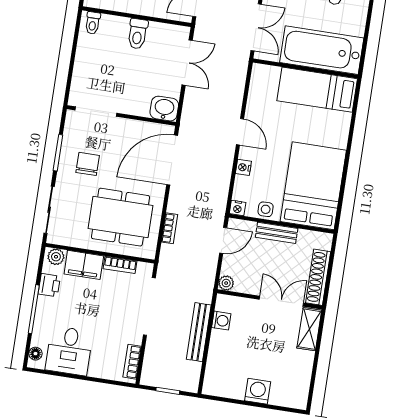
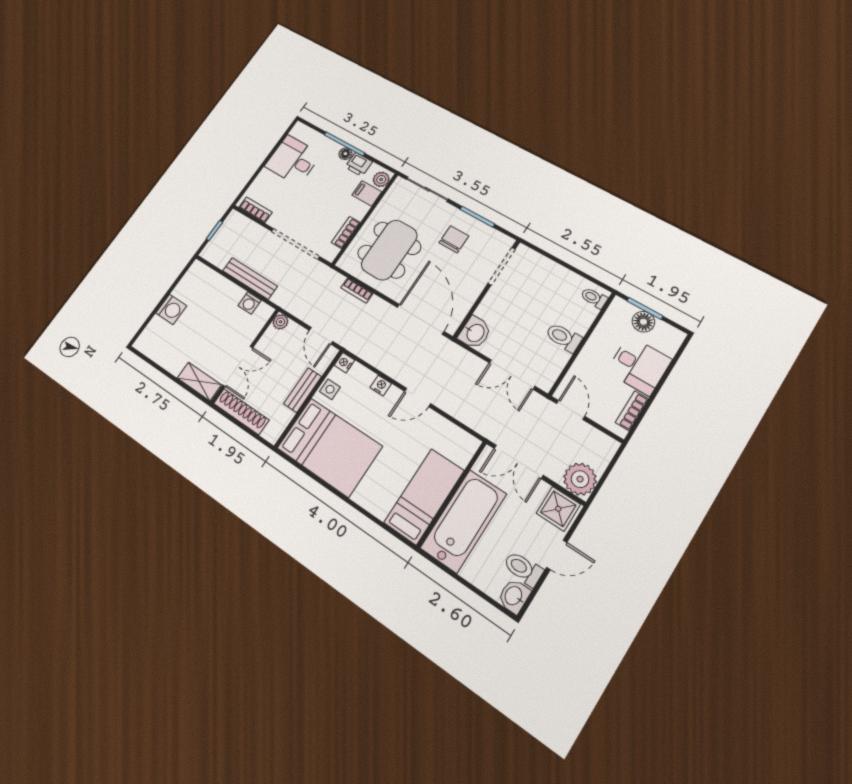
chair: (88, 164) -> (454, 239), turned -90
filing cabinet: (84, 265) -> (367, 193), width x0.50
floor lamp: (35, 354) -> (345, 154), moved

